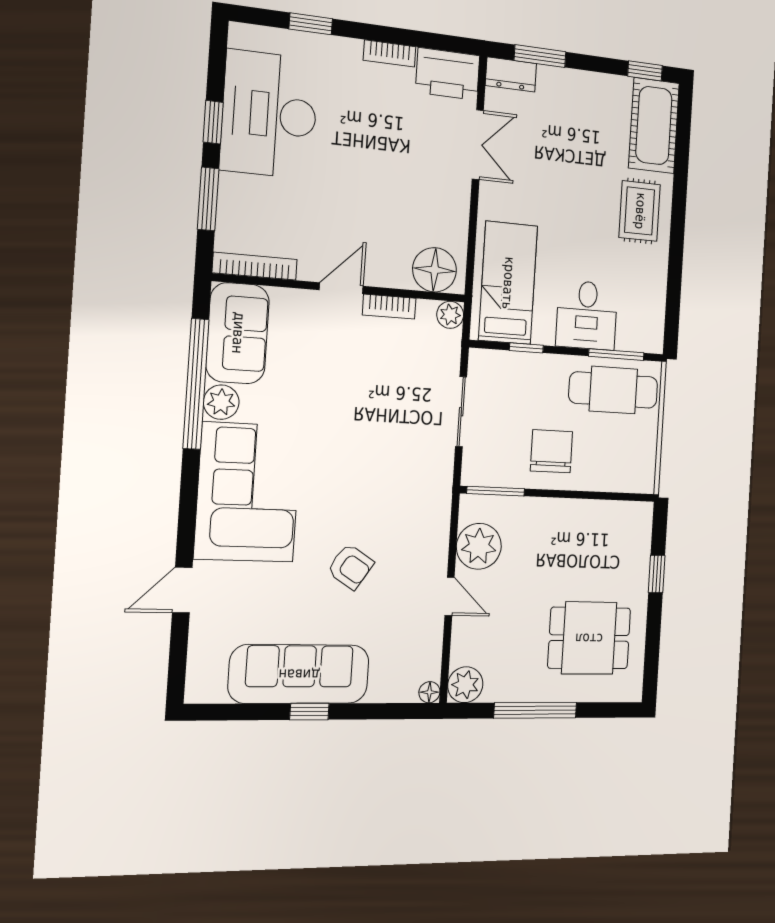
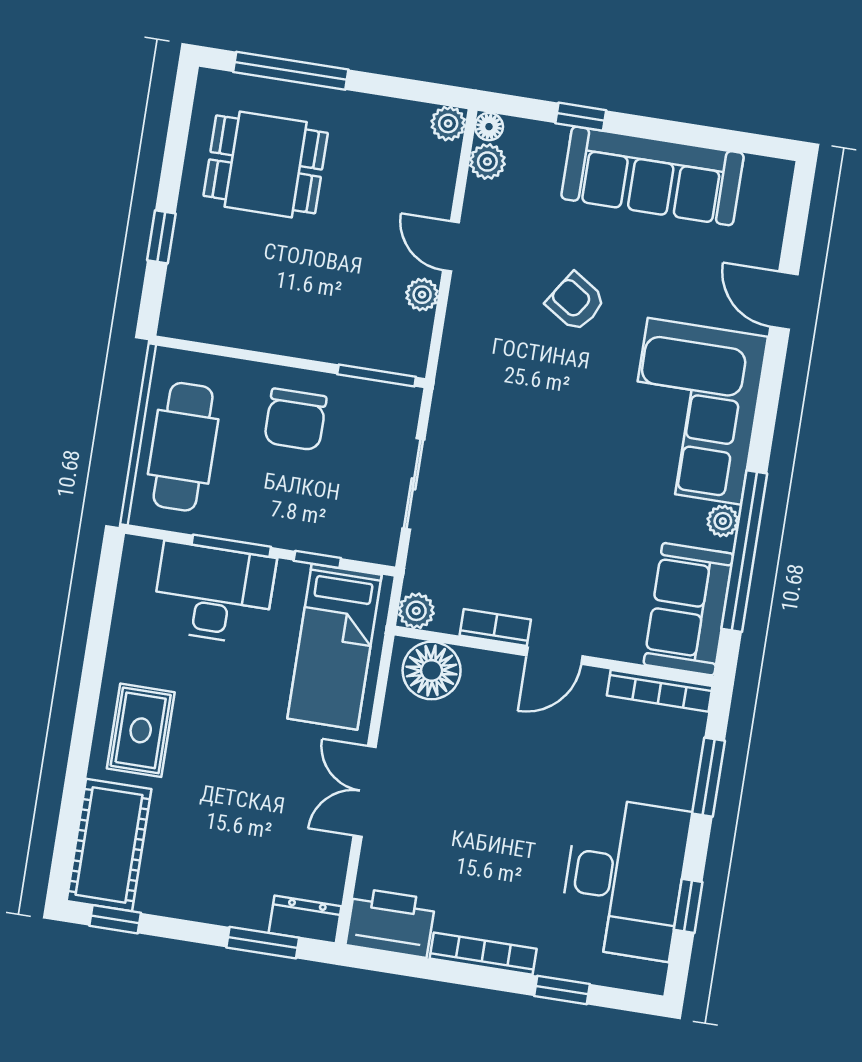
bookcase: (390, 53) -> (483, 954), width x1.56
window: (213, 122) -> (688, 906), moved
double door: (478, 145) -> (365, 791), moved
desk: (587, 315) -> (214, 593), width x1.37
window: (616, 355) -> (231, 546), moved
cafe table: (613, 390) -> (183, 447), moved, turned 90
plant: (221, 402) -> (723, 521), width x0.73, depth x0.73
plant: (479, 546) -> (422, 295), width x0.53, depth x0.53
door: (182, 590) -> (784, 301), swing flipped
plant: (428, 665) -> (487, 162), added
plant: (465, 685) -> (448, 123), width x0.73, depth x0.73
window: (535, 710) -> (291, 71), moved
window: (309, 712) -> (581, 117), moved

